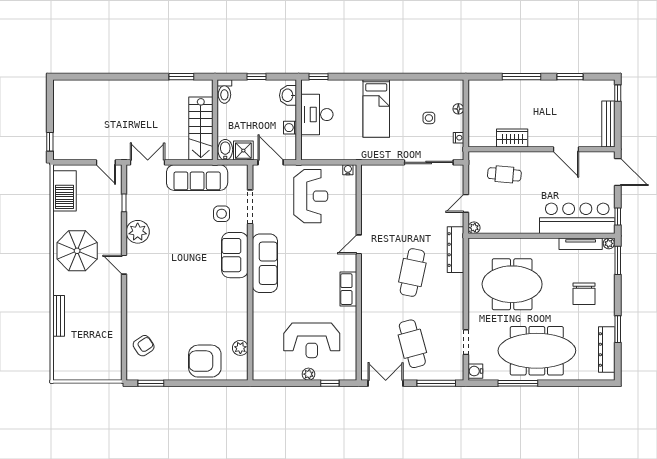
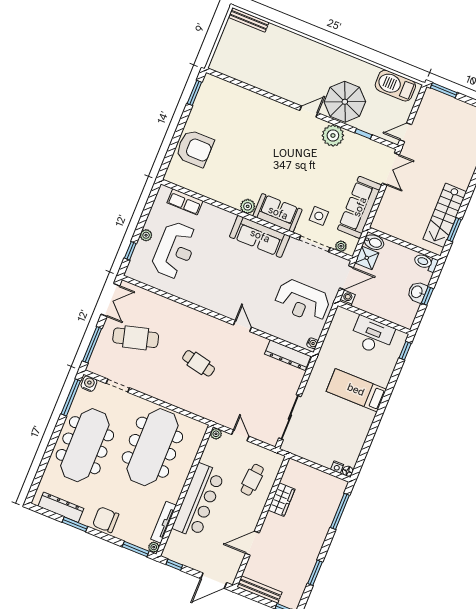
window: (522, 77) -> (340, 511), moved
washbasin: (288, 95) -> (417, 292), moved, turned -90
floor lamp: (458, 109) -> (348, 471), moved
side table: (429, 118) -> (329, 433), removed
stairs: (201, 128) -> (445, 215), moved, turned -90
washing machine: (290, 128) -> (347, 298), moved
nightstand: (459, 138) -> (337, 467), moved
window: (50, 142) -> (444, 90), width x1.50
plant: (242, 180) -> (341, 246), added
bar counter: (577, 218) -> (199, 501), moved
dresser: (455, 250) -> (288, 355), moved, turned 180
parasol: (77, 251) -> (345, 102), moved
cafe table: (412, 272) -> (199, 363), width x0.73, depth x0.74
meeting table: (512, 284) -> (152, 447), width x1.36
row of seats: (348, 289) -> (185, 202), moved, turned 180
chair: (584, 294) -> (106, 520), moved
bench: (59, 316) -> (249, 20), moved
reception desk: (312, 340) -> (175, 250), turned 180
armchair: (144, 346) -> (230, 100), removed
plant: (240, 348) -> (248, 206), moved
armchair: (205, 361) -> (195, 148), turned 90
window: (518, 383) -> (71, 397), moved

